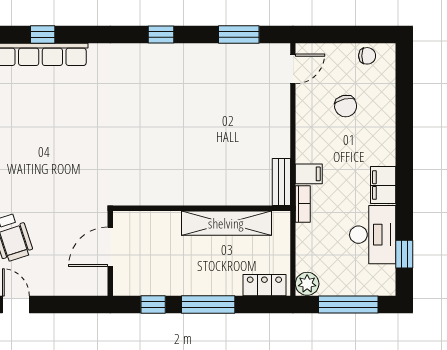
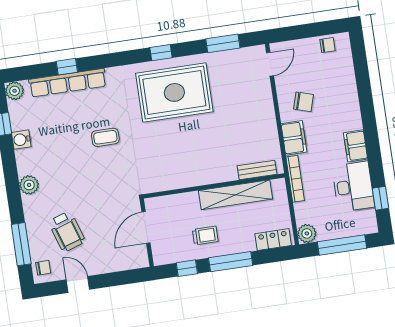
rug: (170, 86) -> (174, 92), added
chair: (346, 106) -> (304, 102), moved, turned -60
coffee table: (77, 128) -> (105, 137), added
filing cabinet: (309, 174) -> (294, 138), width x2.00
bench: (281, 182) -> (257, 170), moved, turned 90
bookcase: (303, 204) -> (295, 179), width x1.56
trolley: (182, 268) -> (205, 235), added

